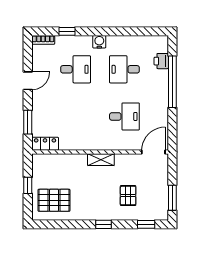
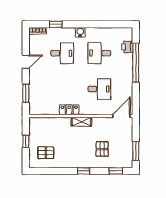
locker: (45, 144) -> (69, 110), moved
pallet: (54, 200) -> (46, 153), width x0.67, depth x0.71

